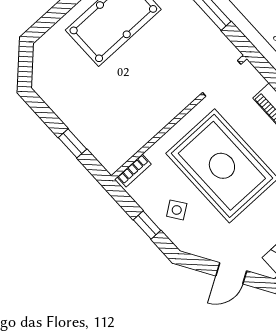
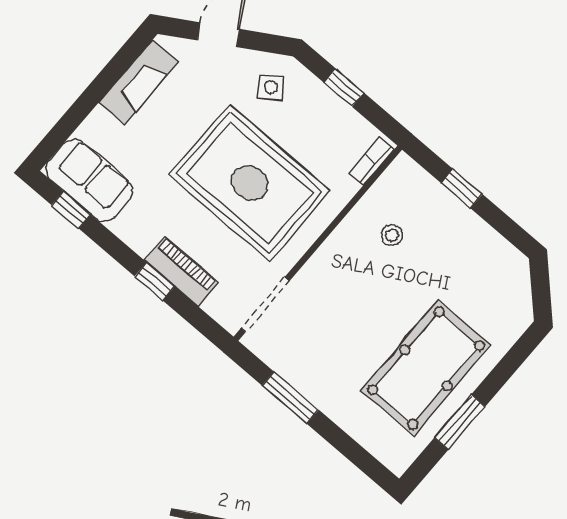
stool: (126, 116) -> (392, 235), added
side table: (177, 210) -> (271, 87), moved

